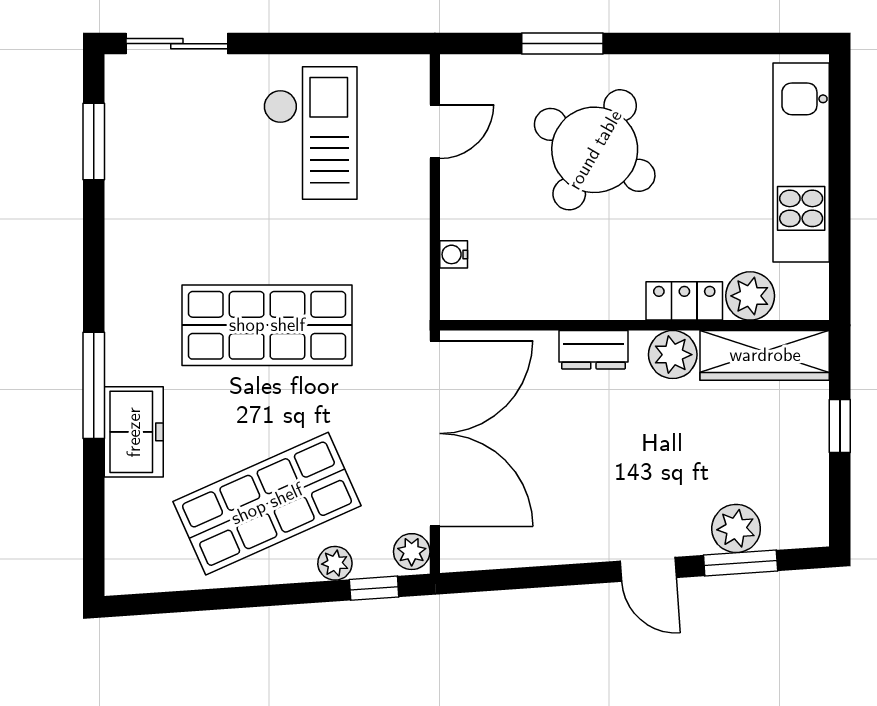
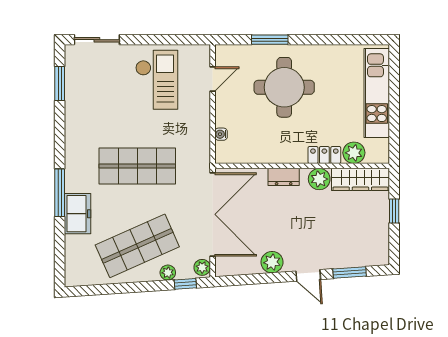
round table: (595, 150) -> (284, 87), turned -30
plant: (736, 528) -> (272, 262), moved

